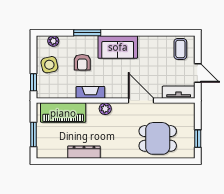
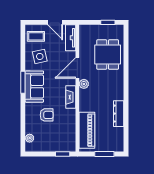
window: (87, 33) -> (23, 82), moved
side table: (49, 65) -> (40, 56), moved
door: (198, 73) -> (55, 22), swing flipped
fireplace: (90, 92) -> (71, 97), moved
plant: (105, 109) -> (84, 84), moved

